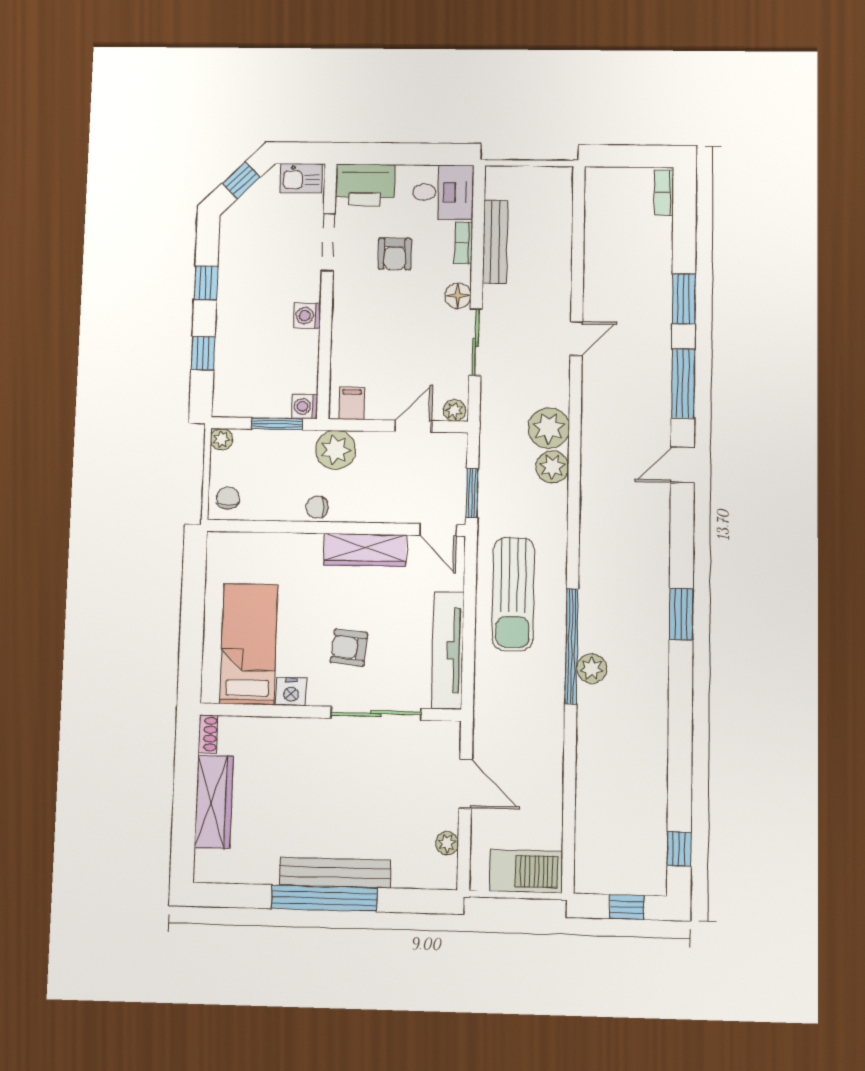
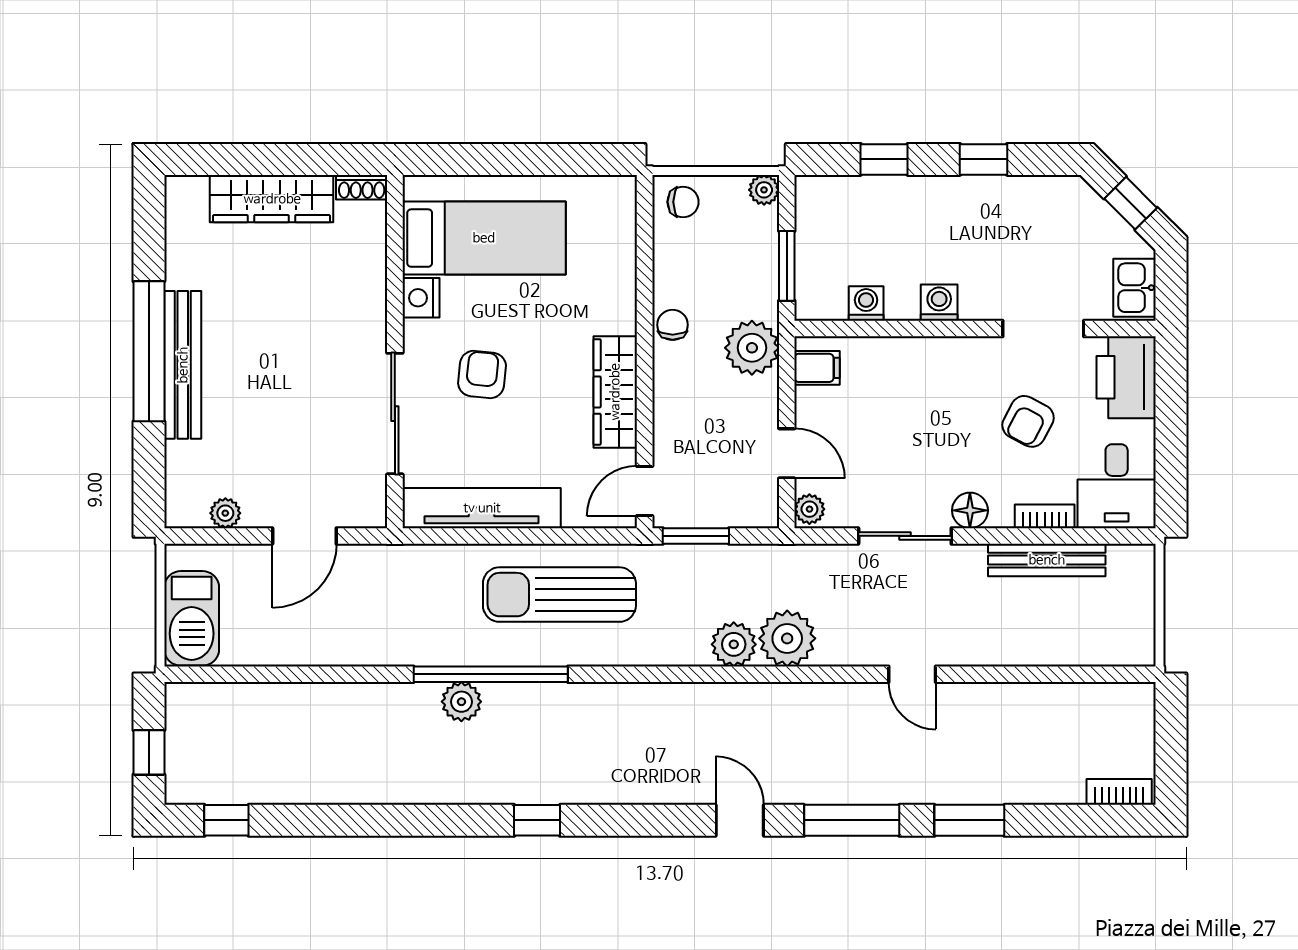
armchair: (395, 254) -> (1028, 421), turned -62
washing machine: (305, 406) -> (866, 303), moved
window: (681, 614) -> (537, 820), width x0.67

